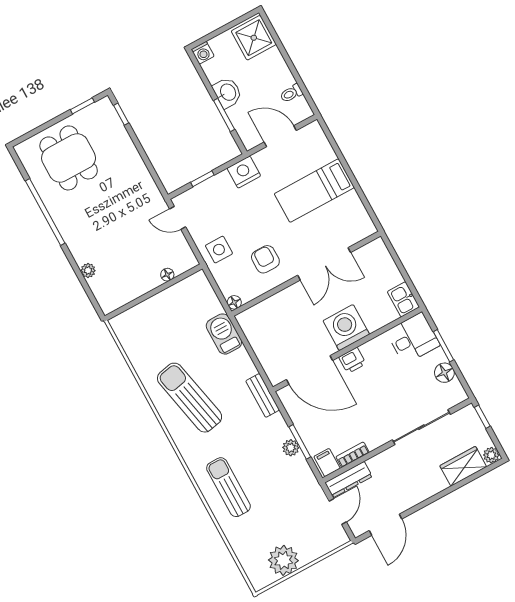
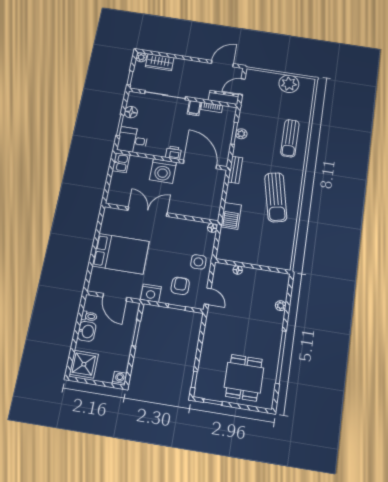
washbasin: (227, 92) -> (87, 331), moved, turned 180
bed: (314, 191) -> (121, 254), width x1.50
armchair: (265, 259) -> (180, 286), moved, turned 180
filing cabinet: (327, 462) -> (194, 108), moved

